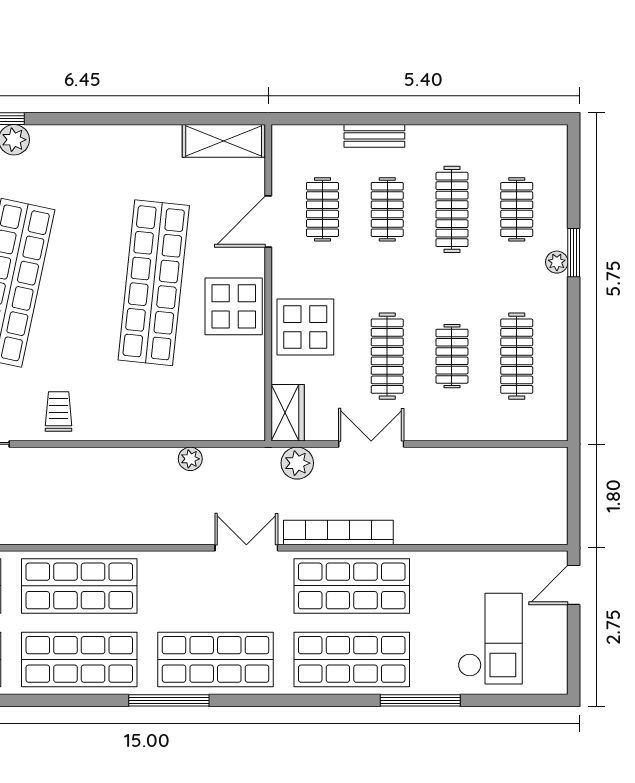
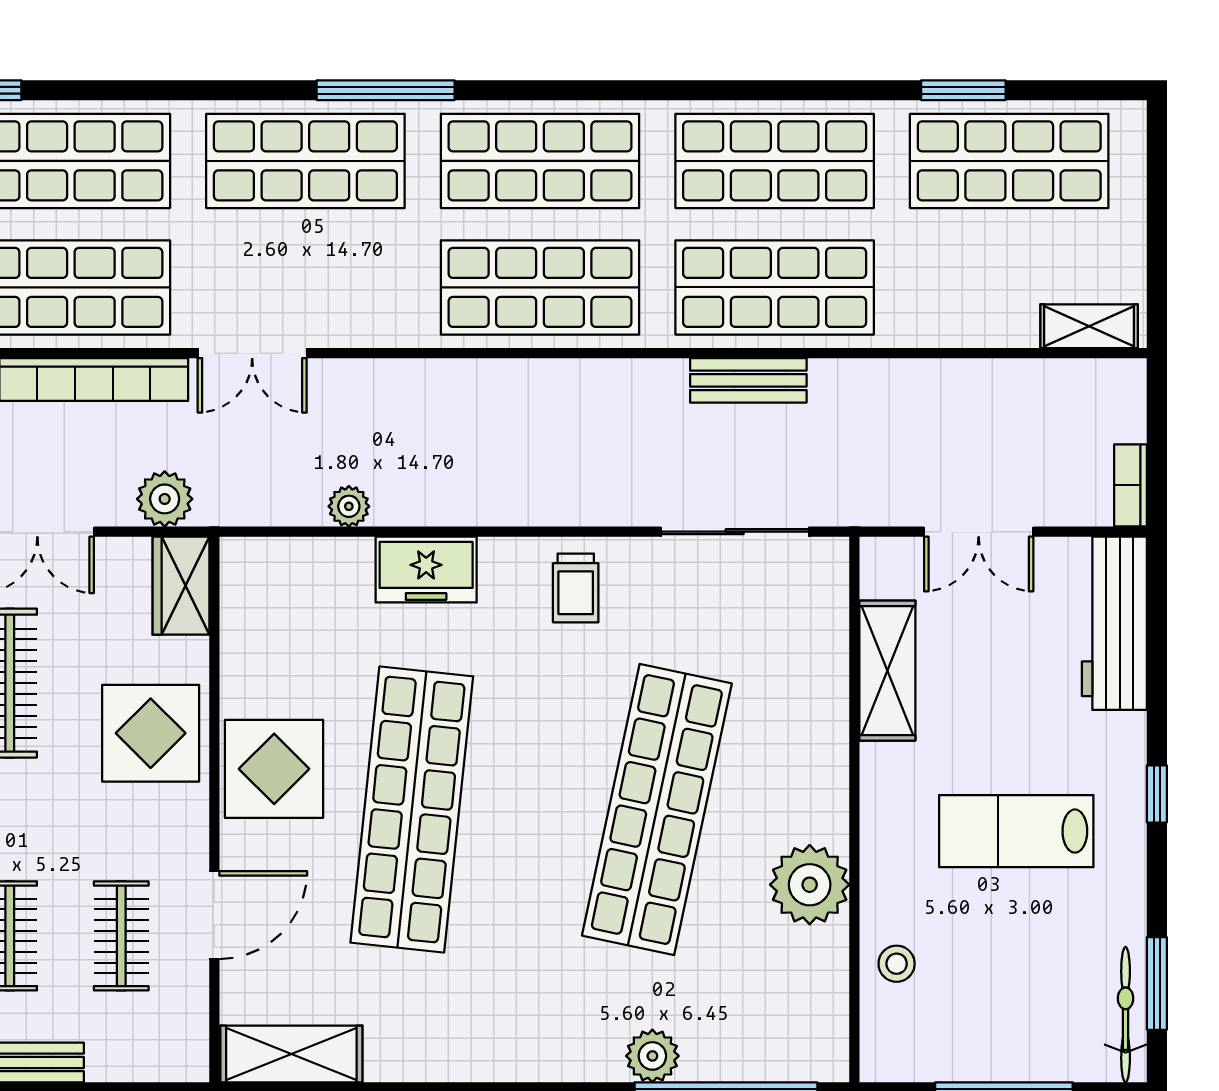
freezer: (145, 422) -> (426, 570), added

